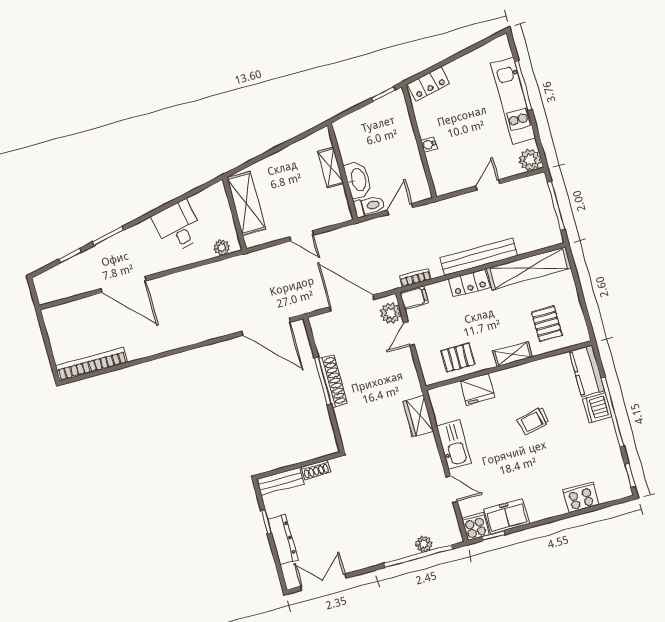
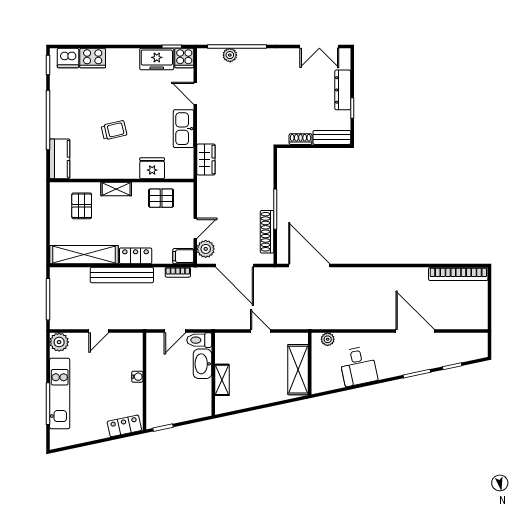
shoe rack: (333, 381) -> (267, 232), moved
dishwasher: (597, 408) -> (68, 58), moved, turned 90

